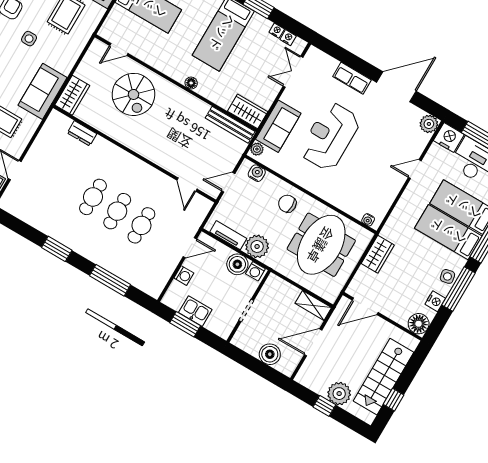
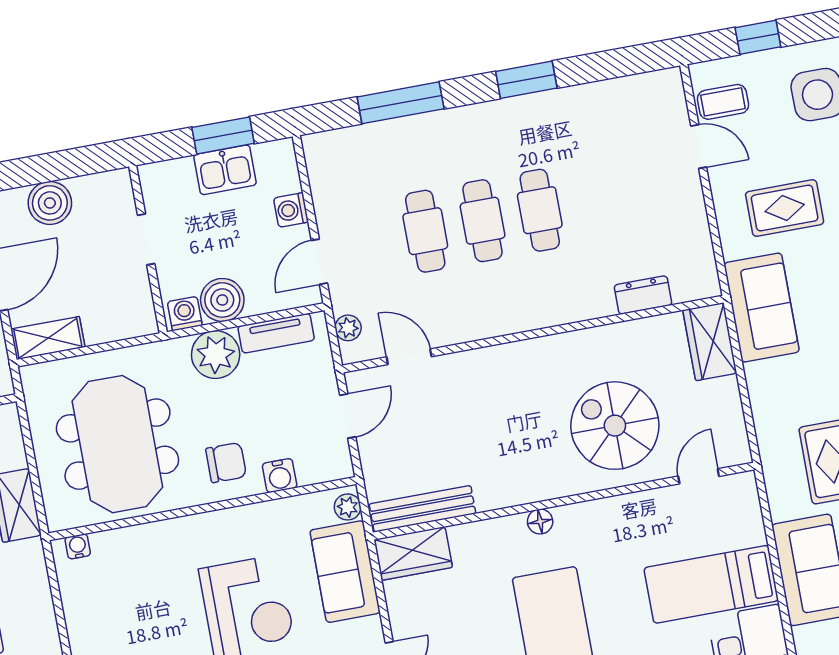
water cooler: (257, 173) -> (280, 476), moved
plant: (200, 214) -> (348, 328), added

